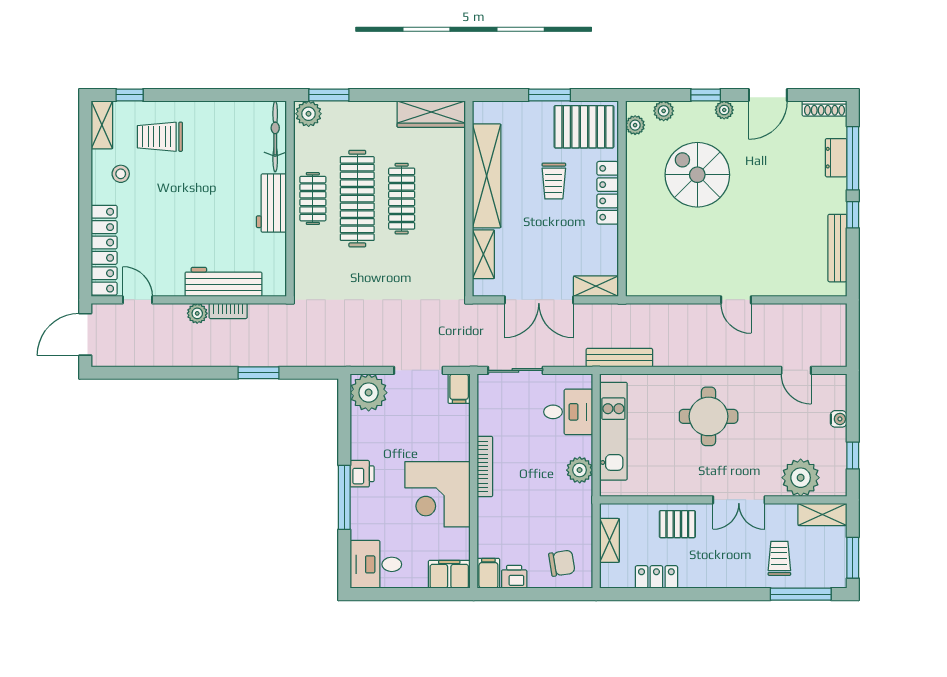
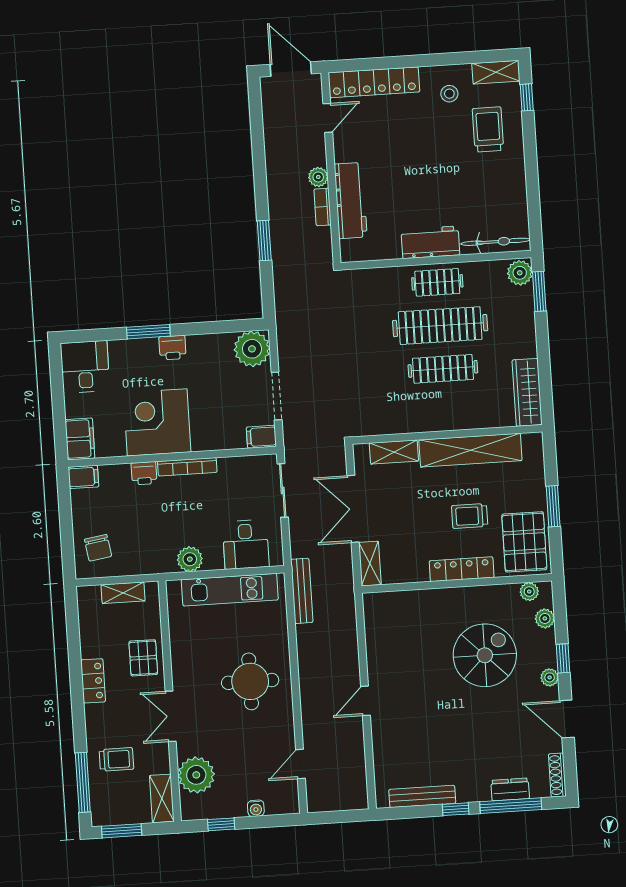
window: (344, 497) -> (148, 332), width x0.69
printer: (514, 577) -> (144, 473), moved, turned 90
locker: (656, 577) -> (93, 681), moved

